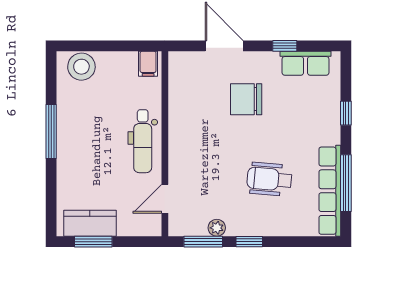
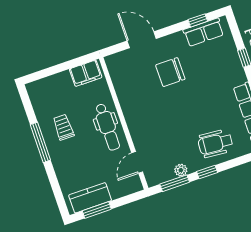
window: (285, 46) -> (198, 20), moved
filing cabinet: (148, 64) -> (86, 73), width x2.00
stool: (81, 67) -> (46, 89), removed
trolley: (87, 122) -> (63, 127), added
wheelchair: (269, 179) -> (215, 143), moved

